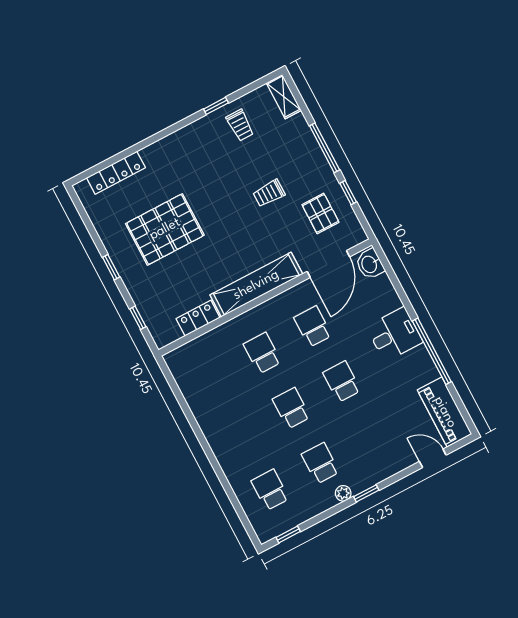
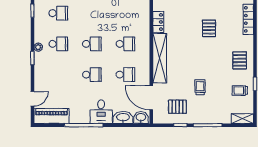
pallet: (191, 151) -> (240, 60), added
pallet: (165, 229) -> (209, 28), width x0.49, depth x0.50
washbasin: (385, 294) -> (123, 117), added

